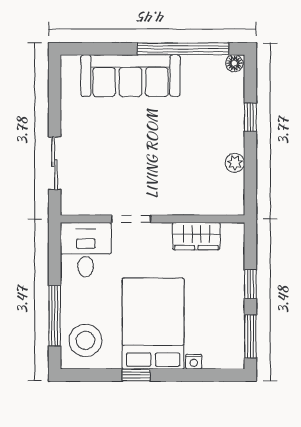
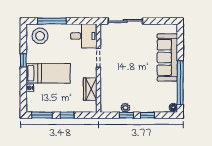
window: (250, 161) -> (126, 115), added
sliding door: (55, 163) -> (125, 21), width x1.37
bed: (153, 324) -> (48, 73), width x0.67

